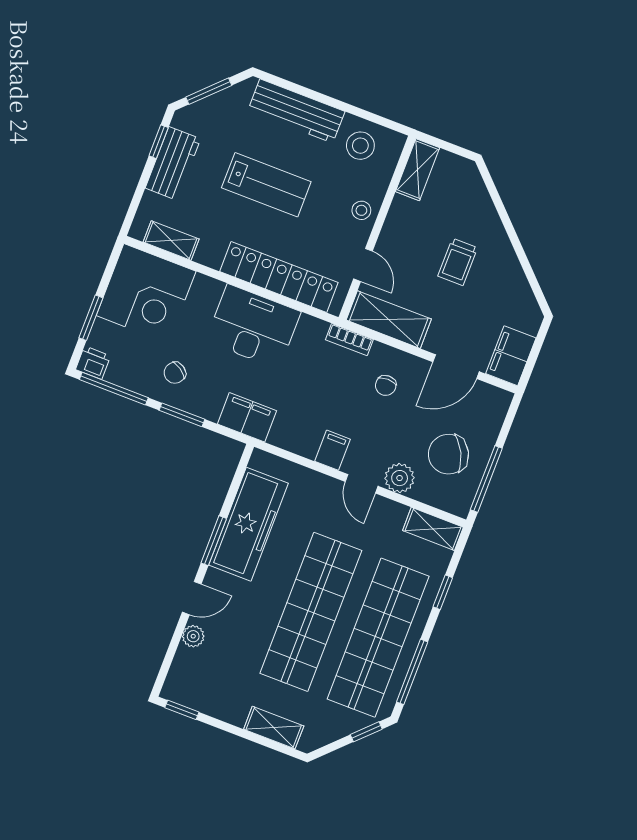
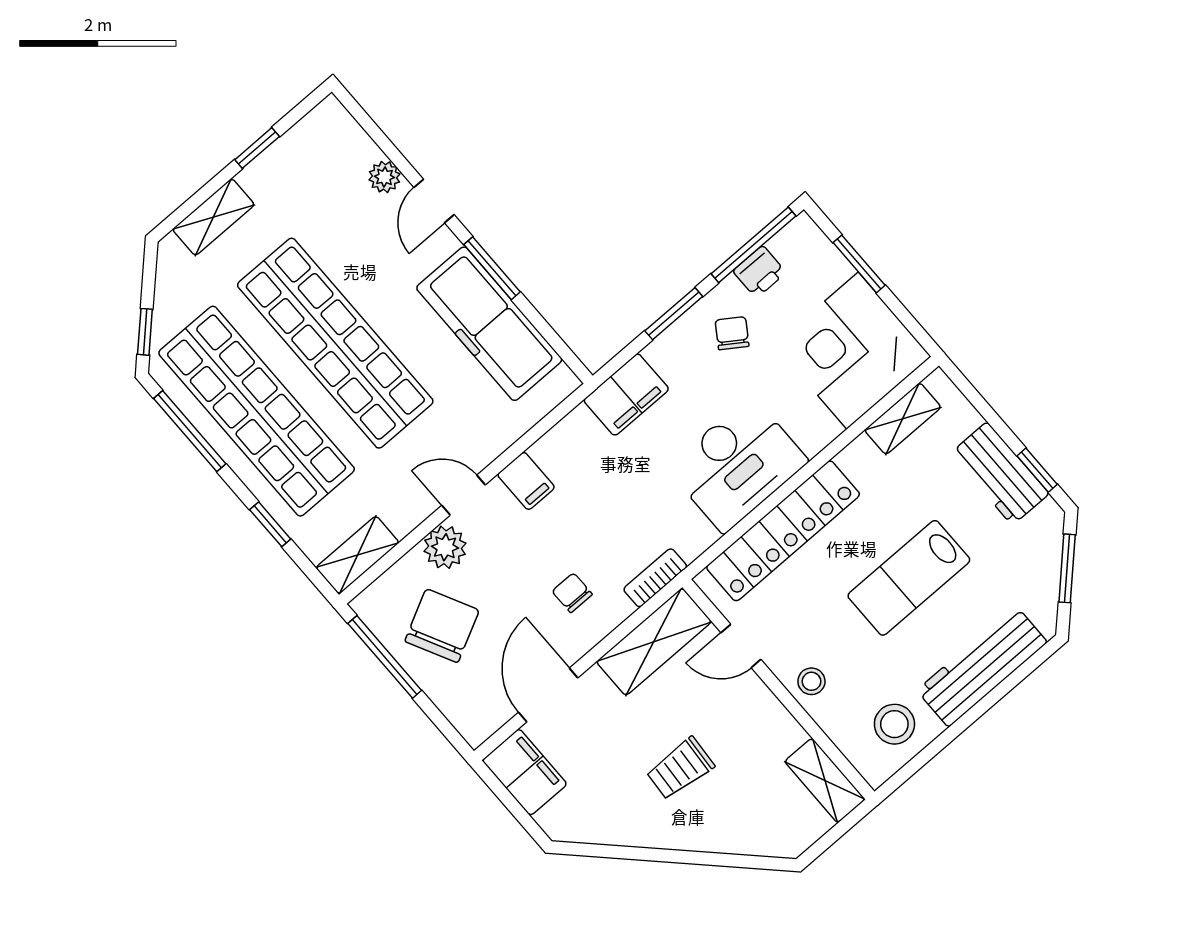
trolley: (458, 262) -> (680, 769), turned -86
printer: (93, 363) -> (759, 272), moved
window: (182, 710) -> (257, 148), moved

